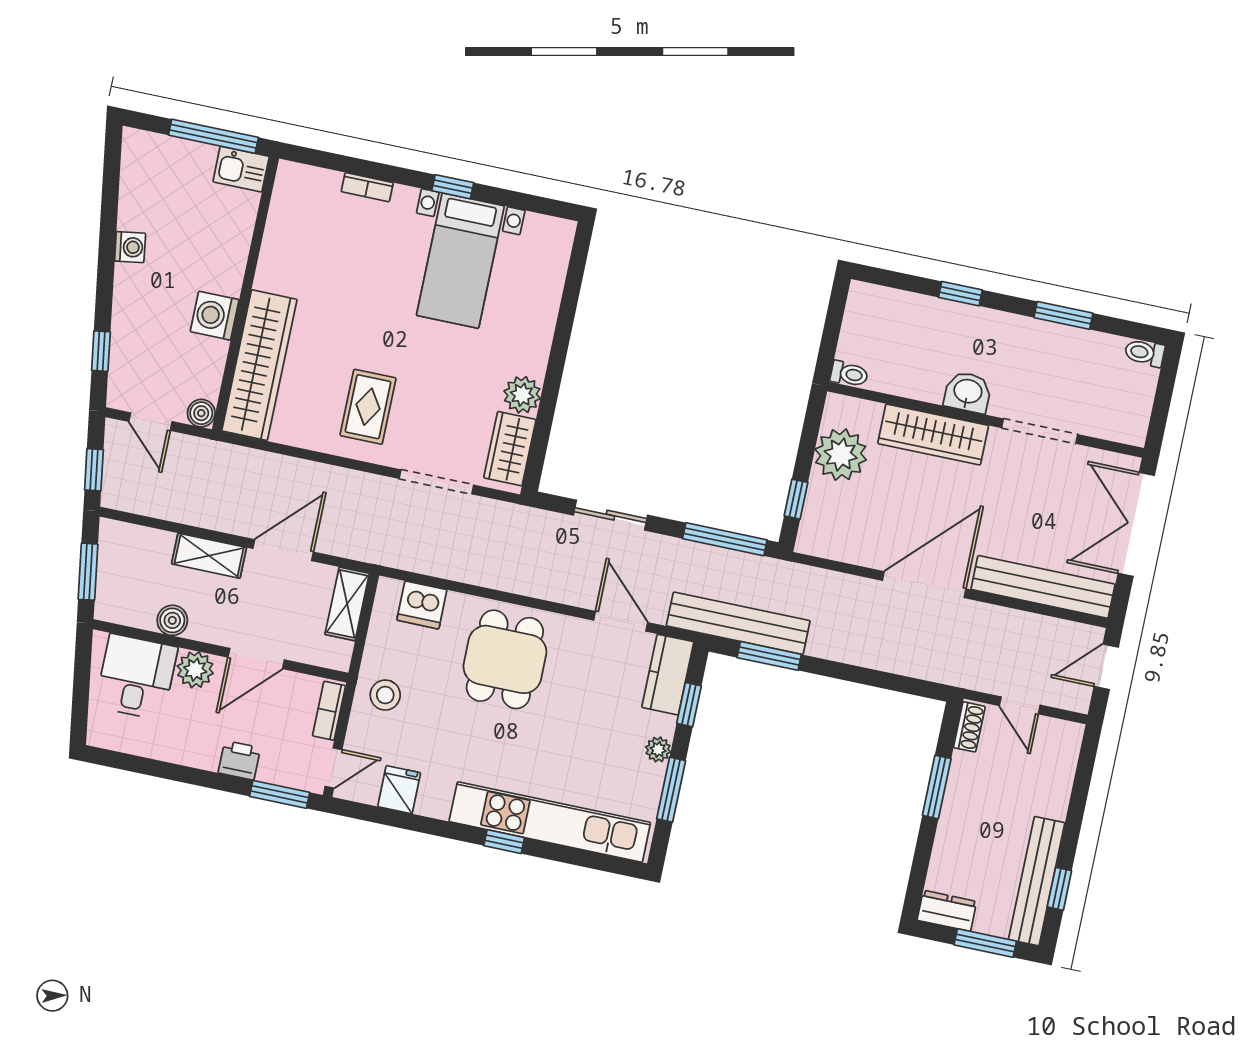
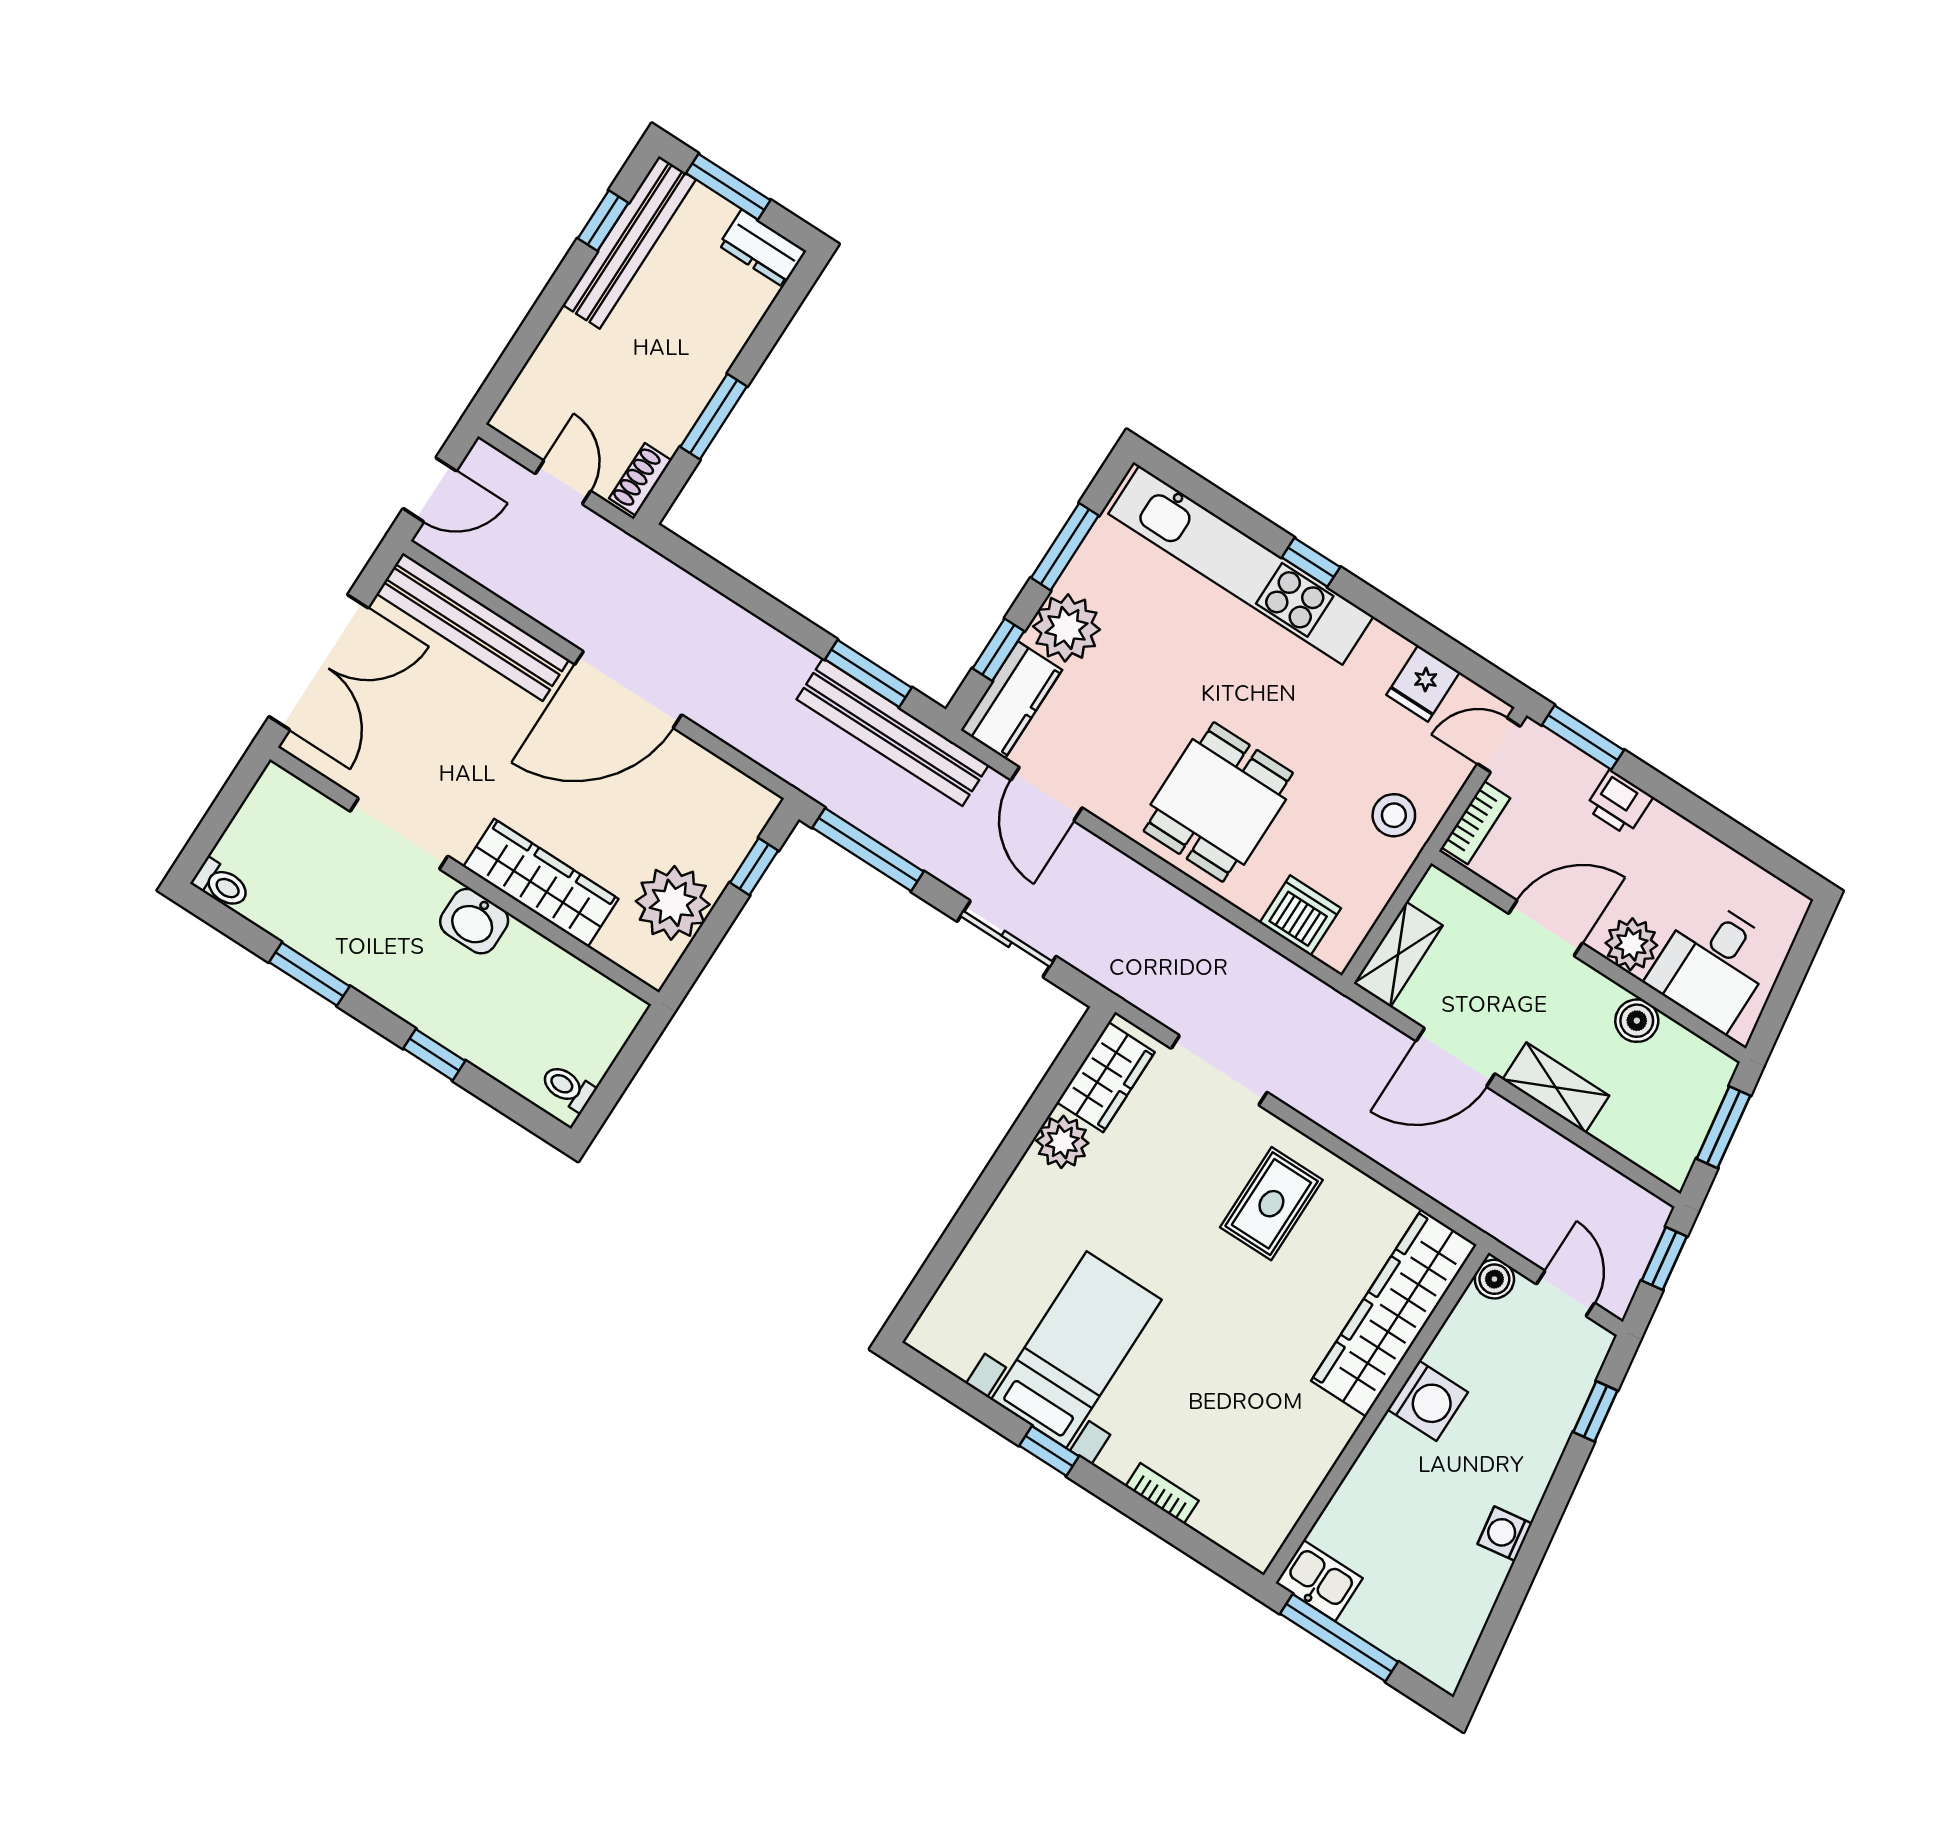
toilet: (849, 374) -> (568, 1088), moved
plant: (658, 749) -> (1066, 628), width x1.88, depth x1.88

